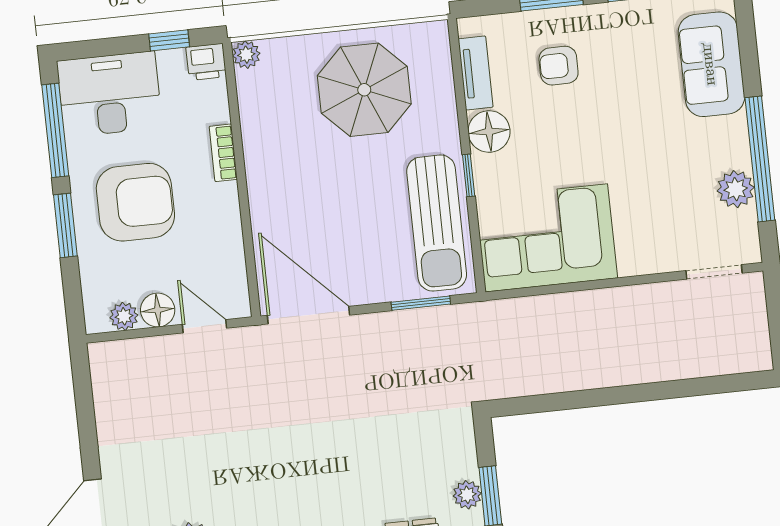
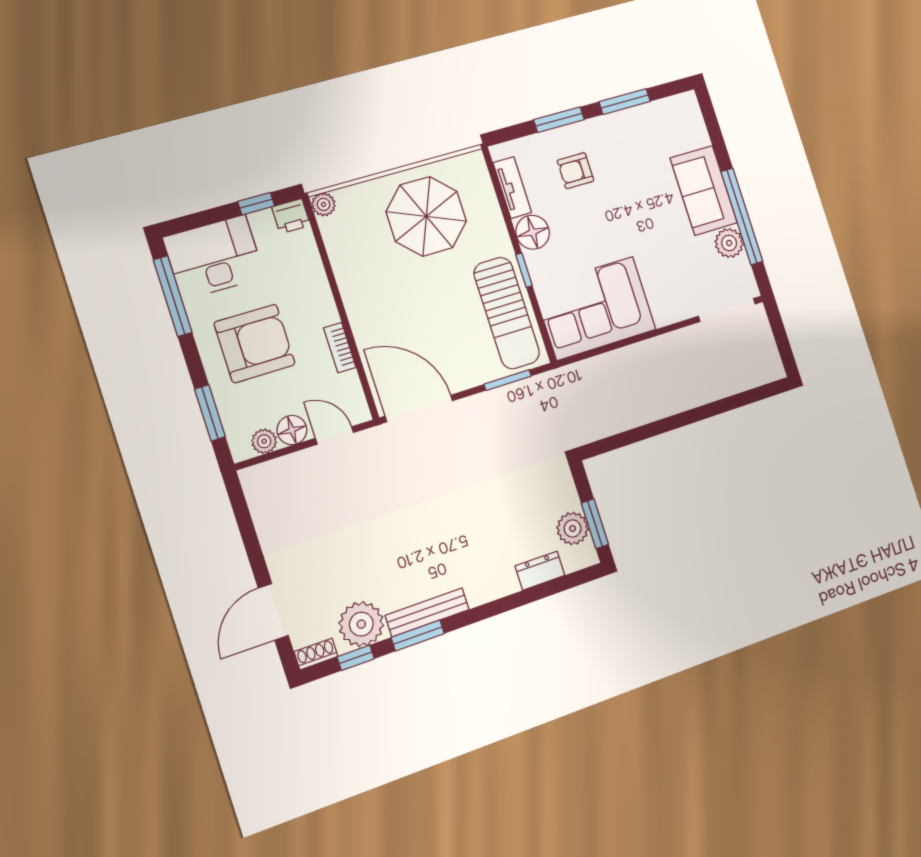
sofa: (711, 64) -> (704, 190), moved
bookcase: (223, 153) -> (340, 348), moved
window: (65, 225) -> (210, 413), moved
doorway: (714, 272) -> (727, 310), width x1.38
plant: (467, 495) -> (573, 528), width x1.38, depth x1.38

